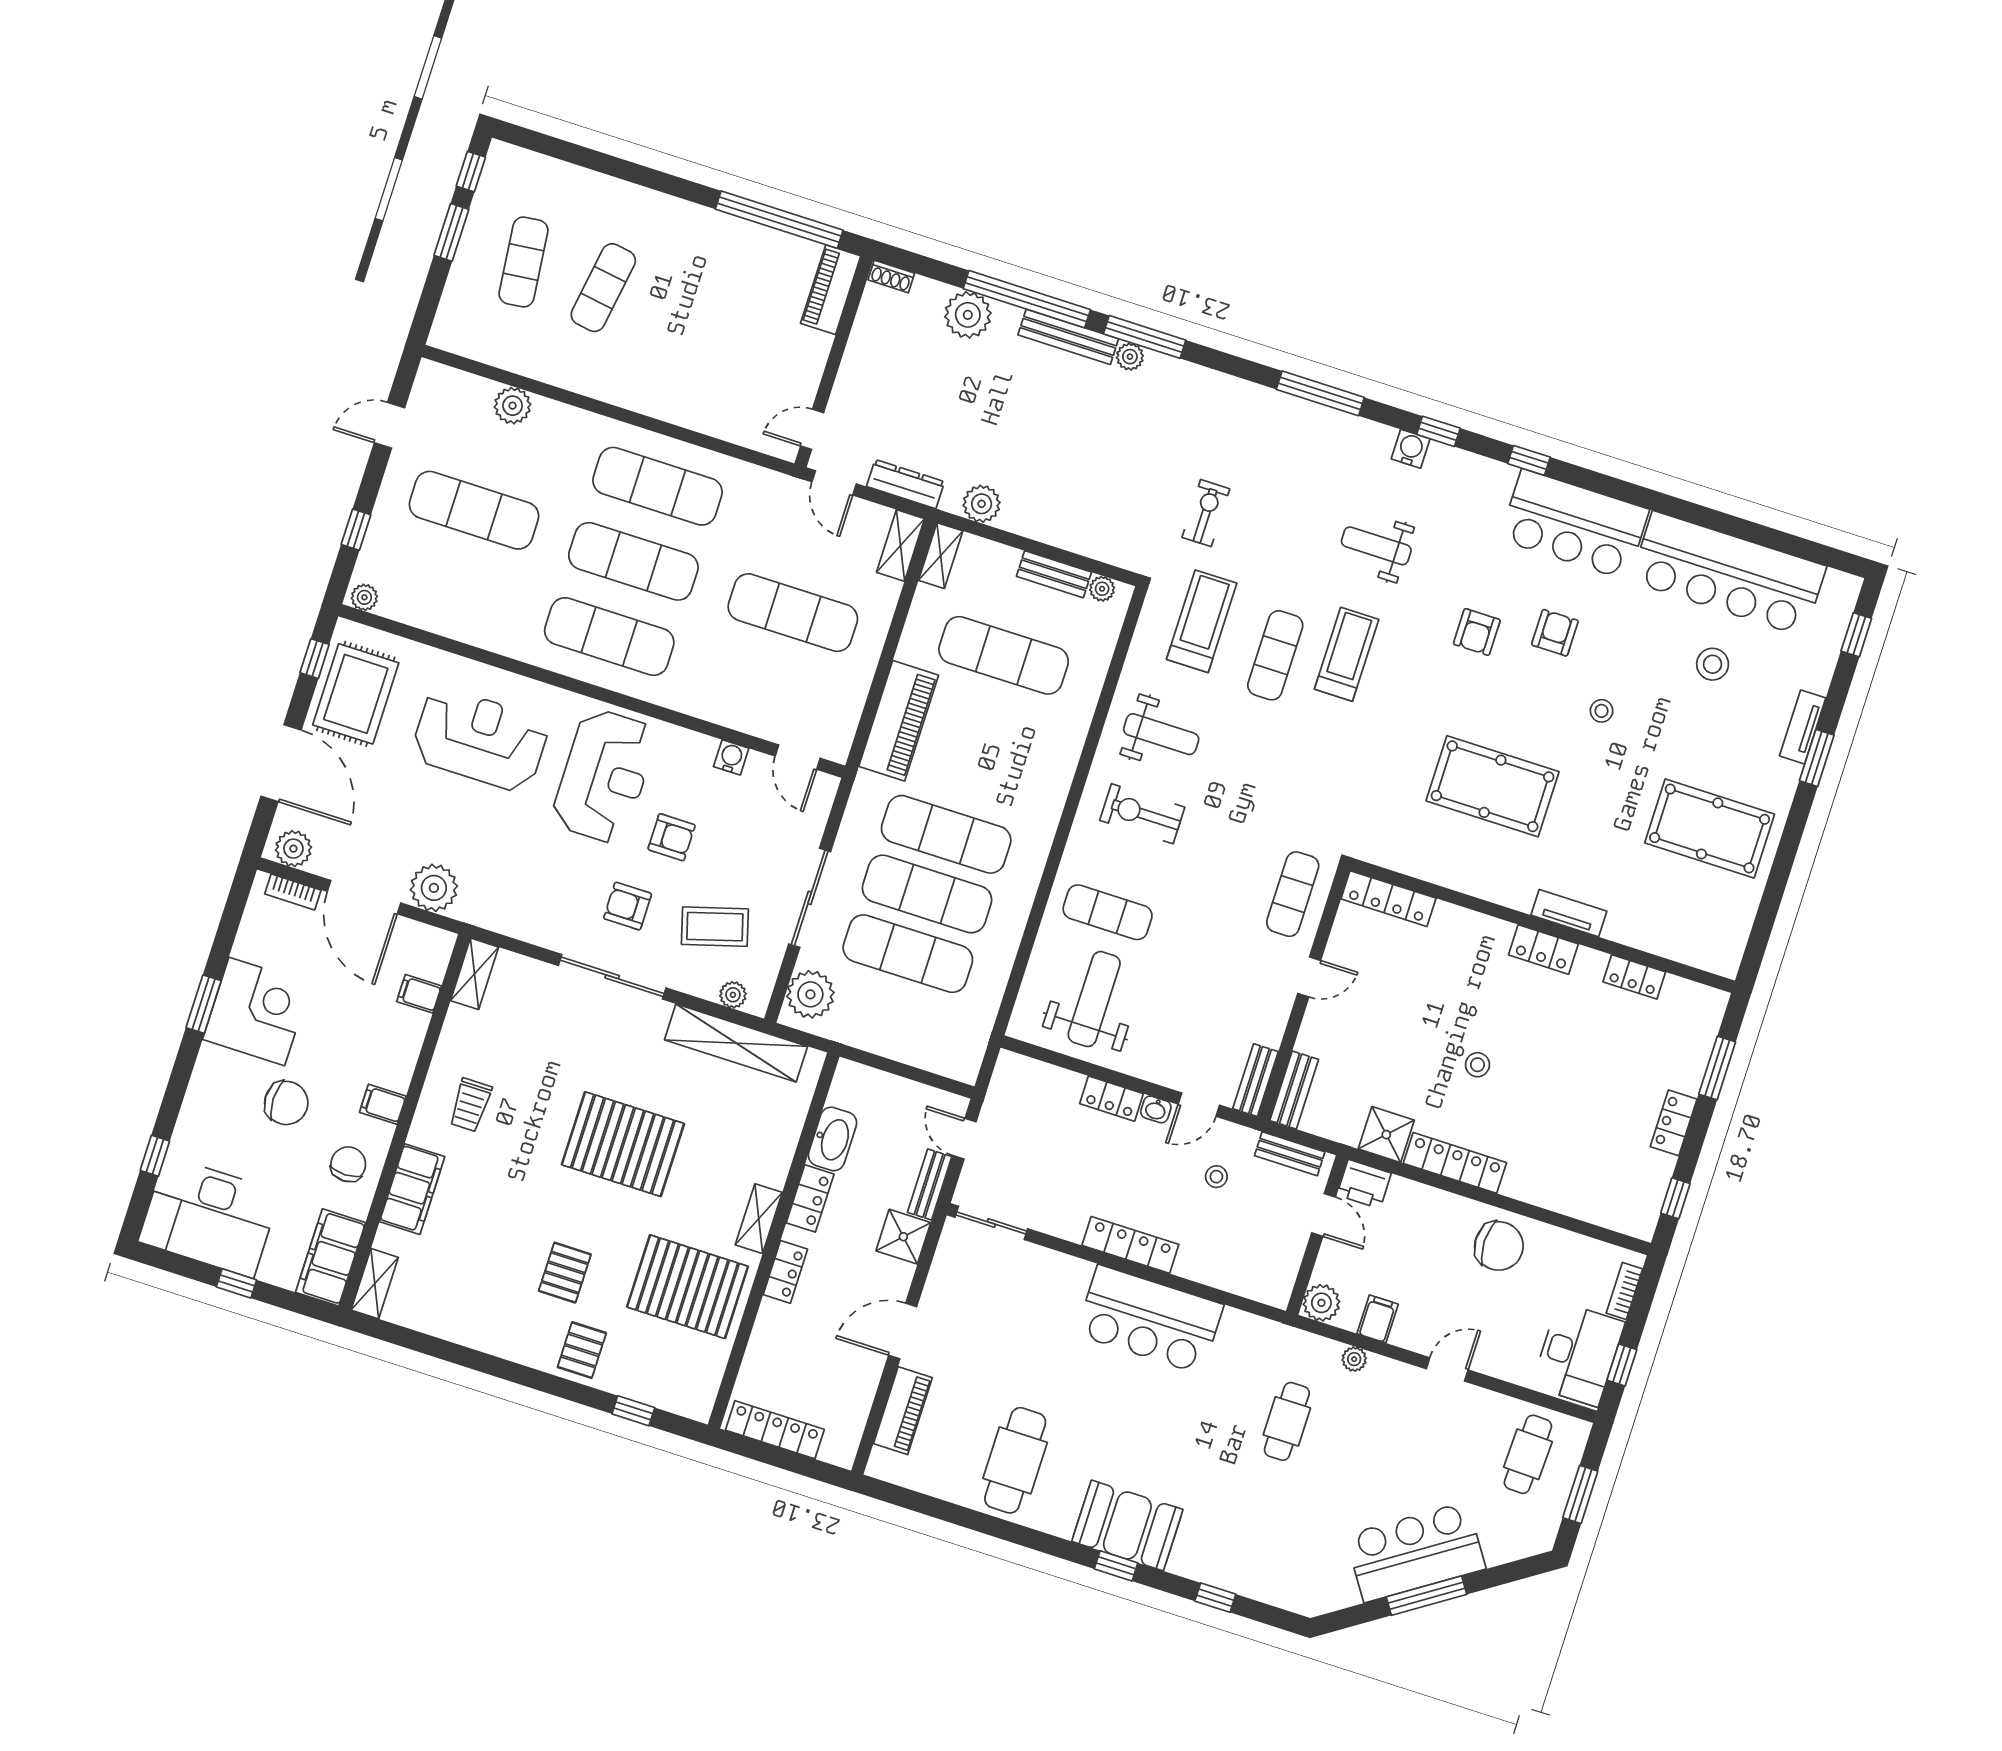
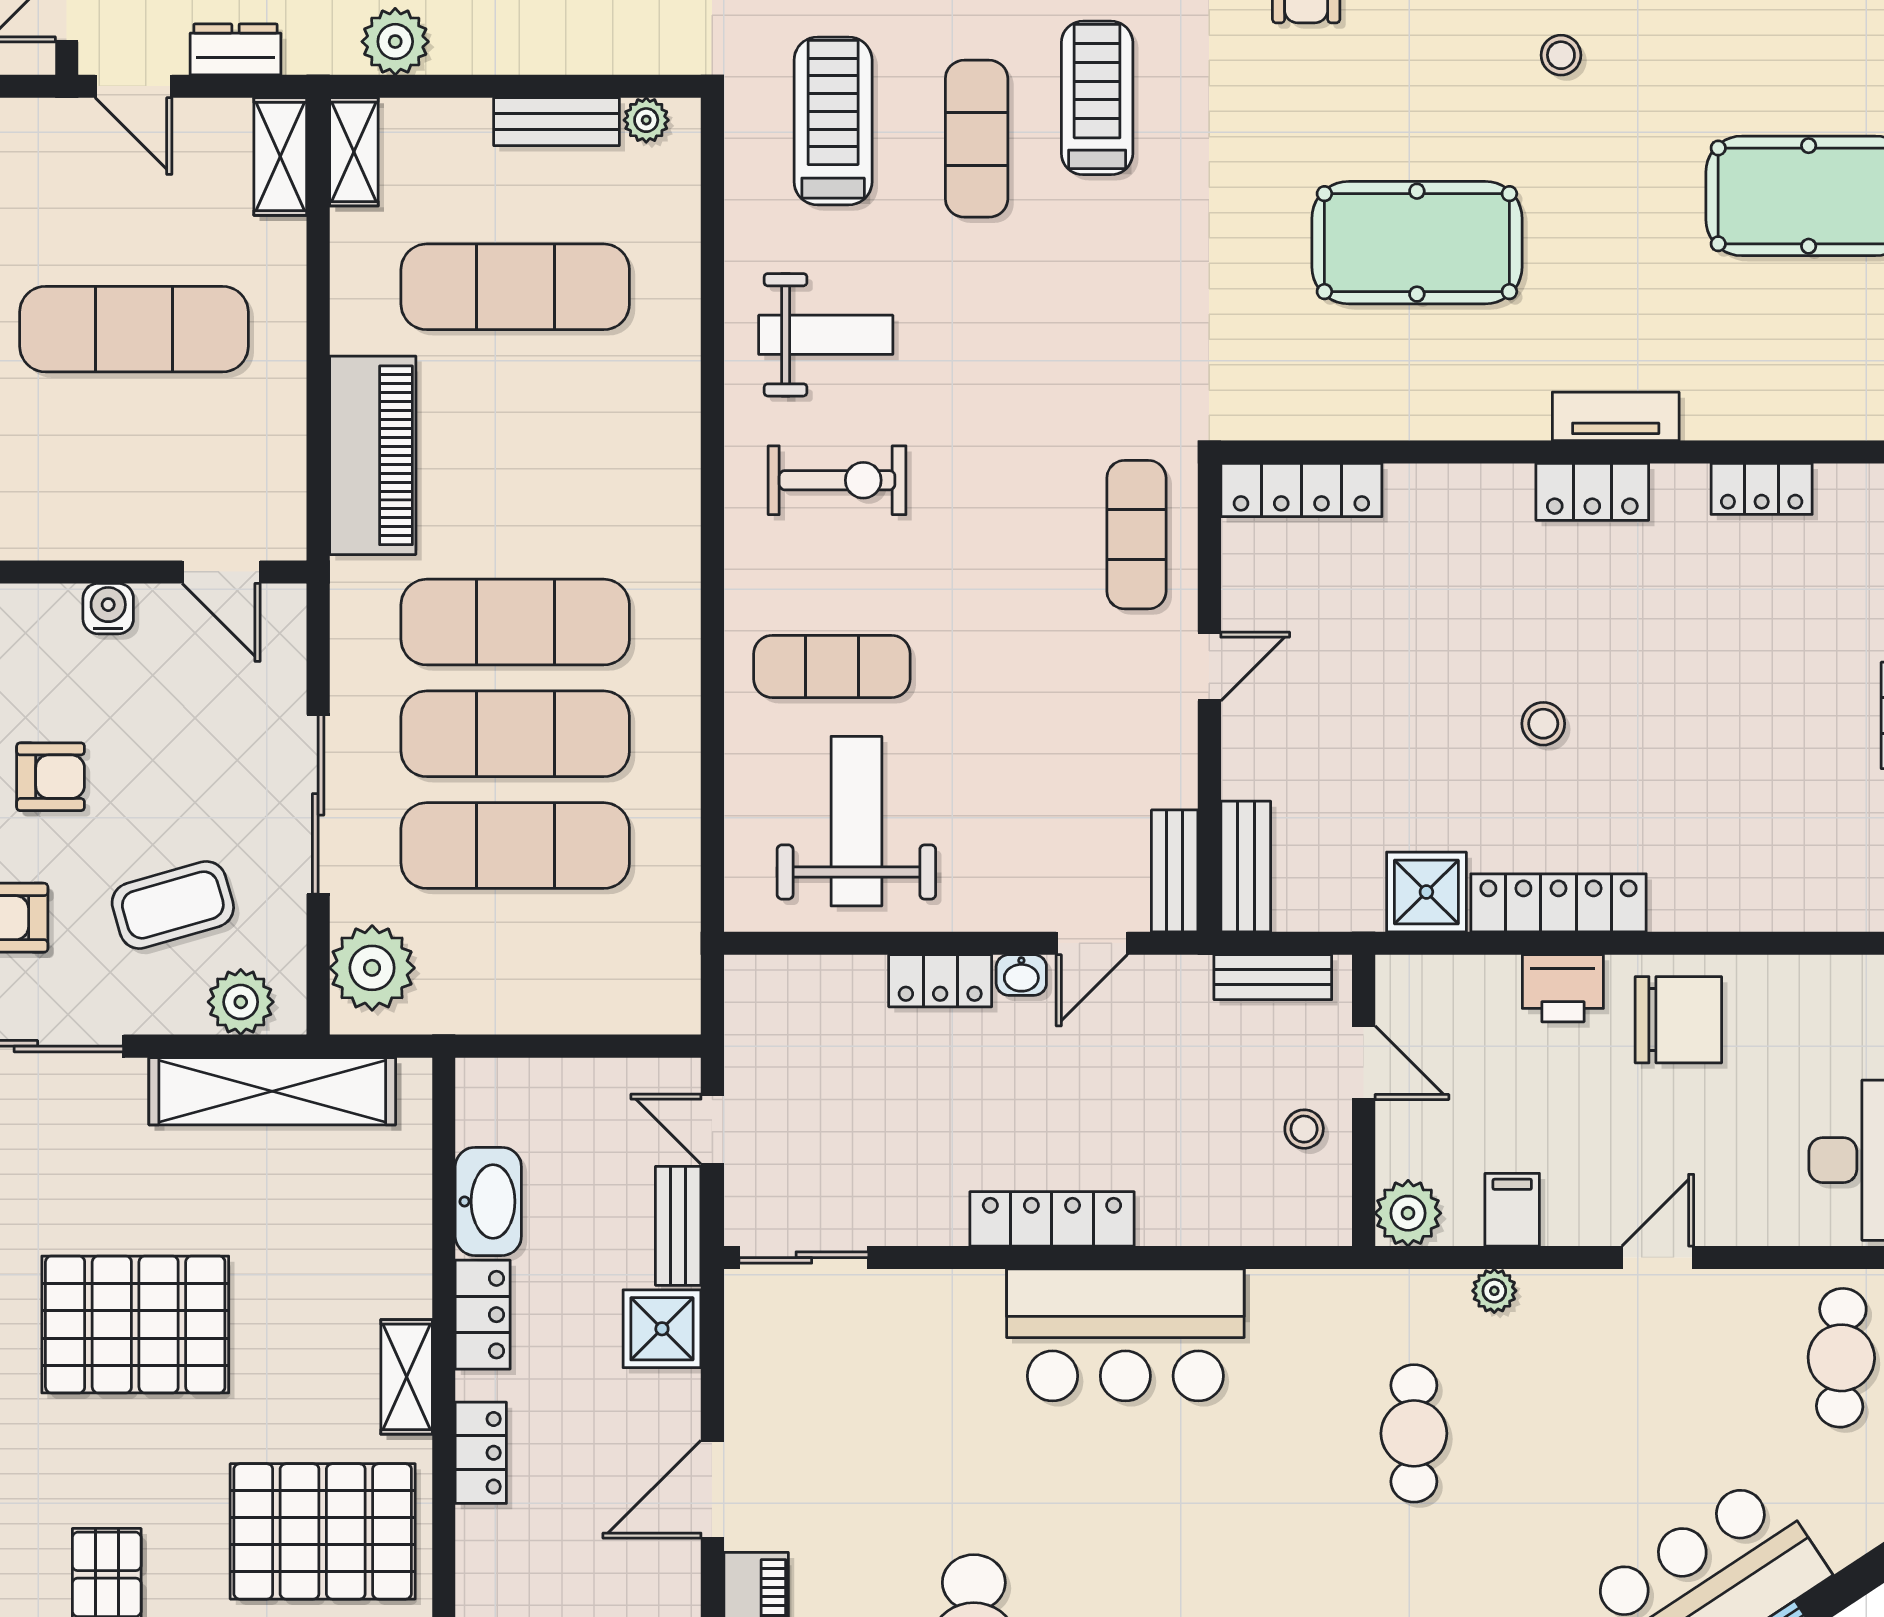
dresser: (906, 484) -> (235, 49), width x0.70
exercise bike: (1142, 814) -> (837, 480), turned 180
plant: (733, 995) -> (241, 1002), width x1.38, depth x1.38
stool: (1216, 1177) -> (1304, 1129), moved
printer: (1364, 1184) -> (1563, 988), moved

